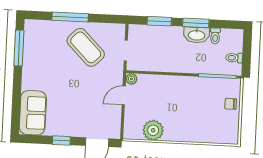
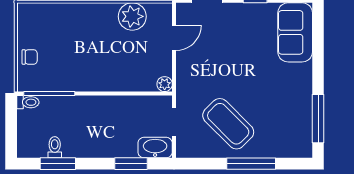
window: (196, 23) -> (58, 164), moved
washbasin: (197, 35) -> (155, 148), moved
toilet: (234, 58) -> (28, 102), moved
door: (124, 95) -> (174, 38), moved

